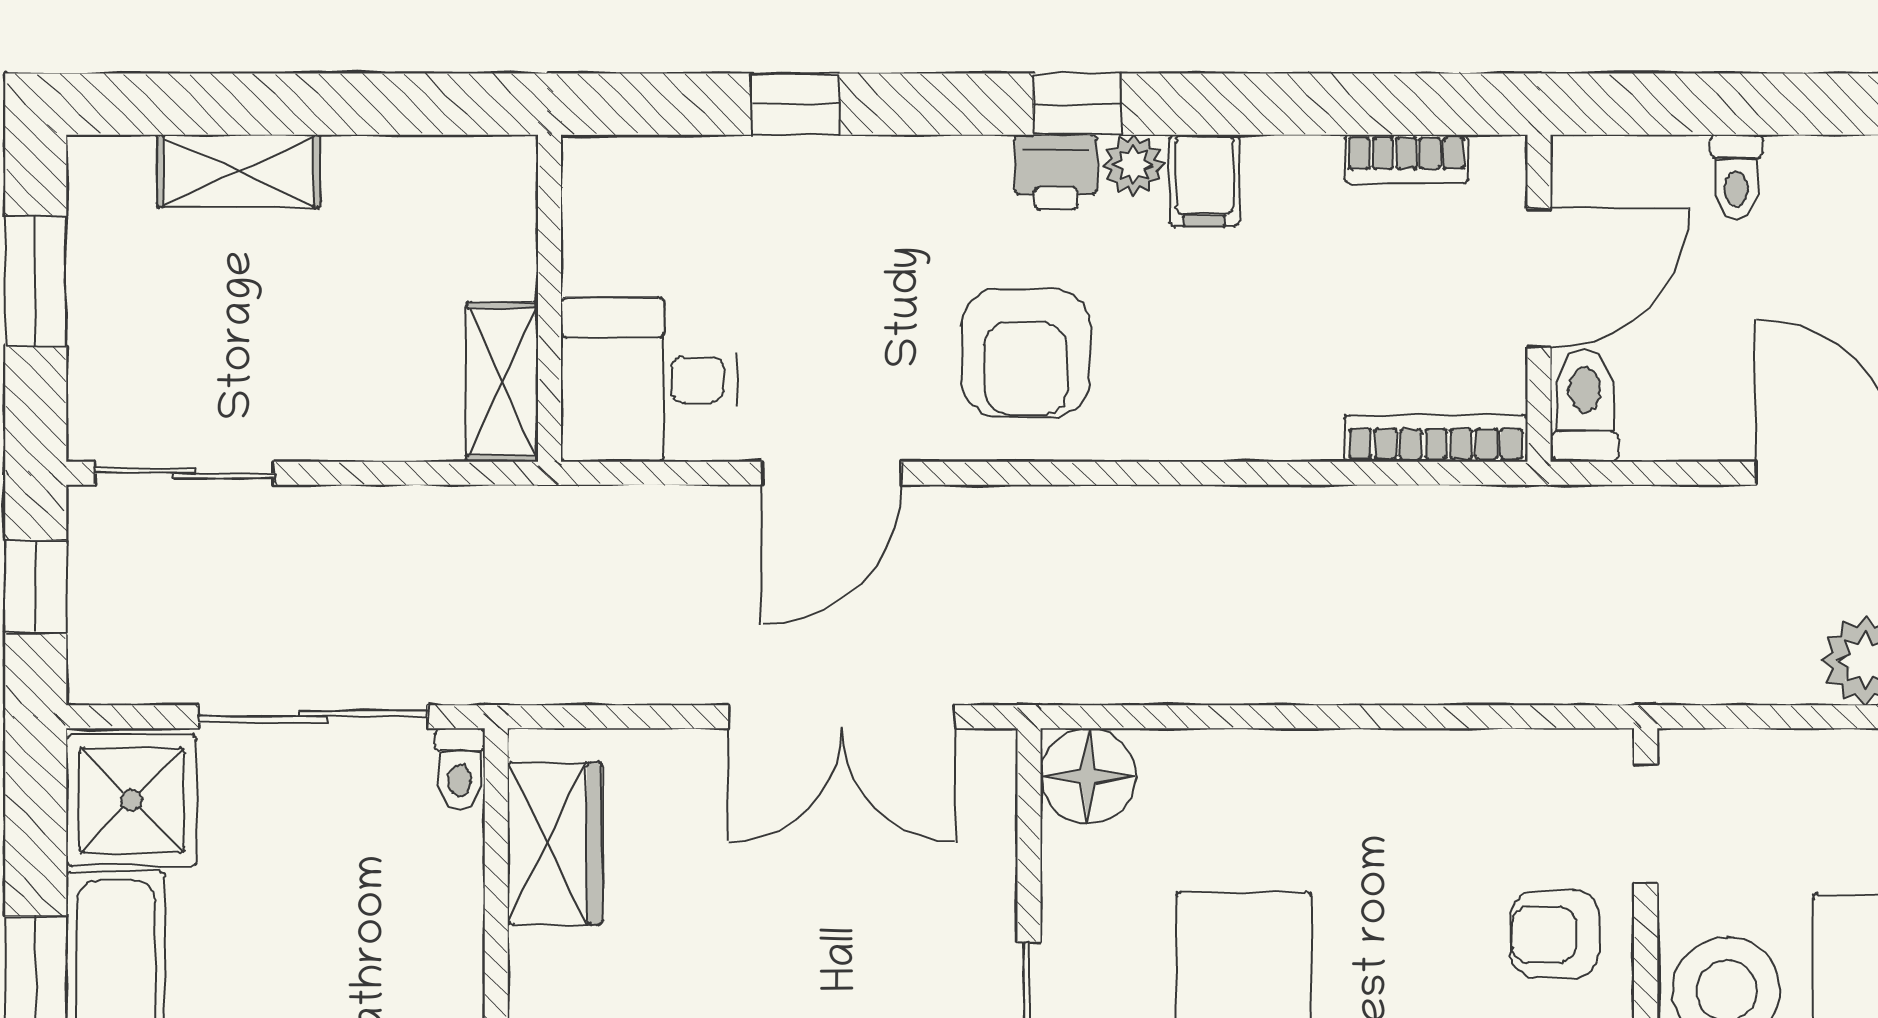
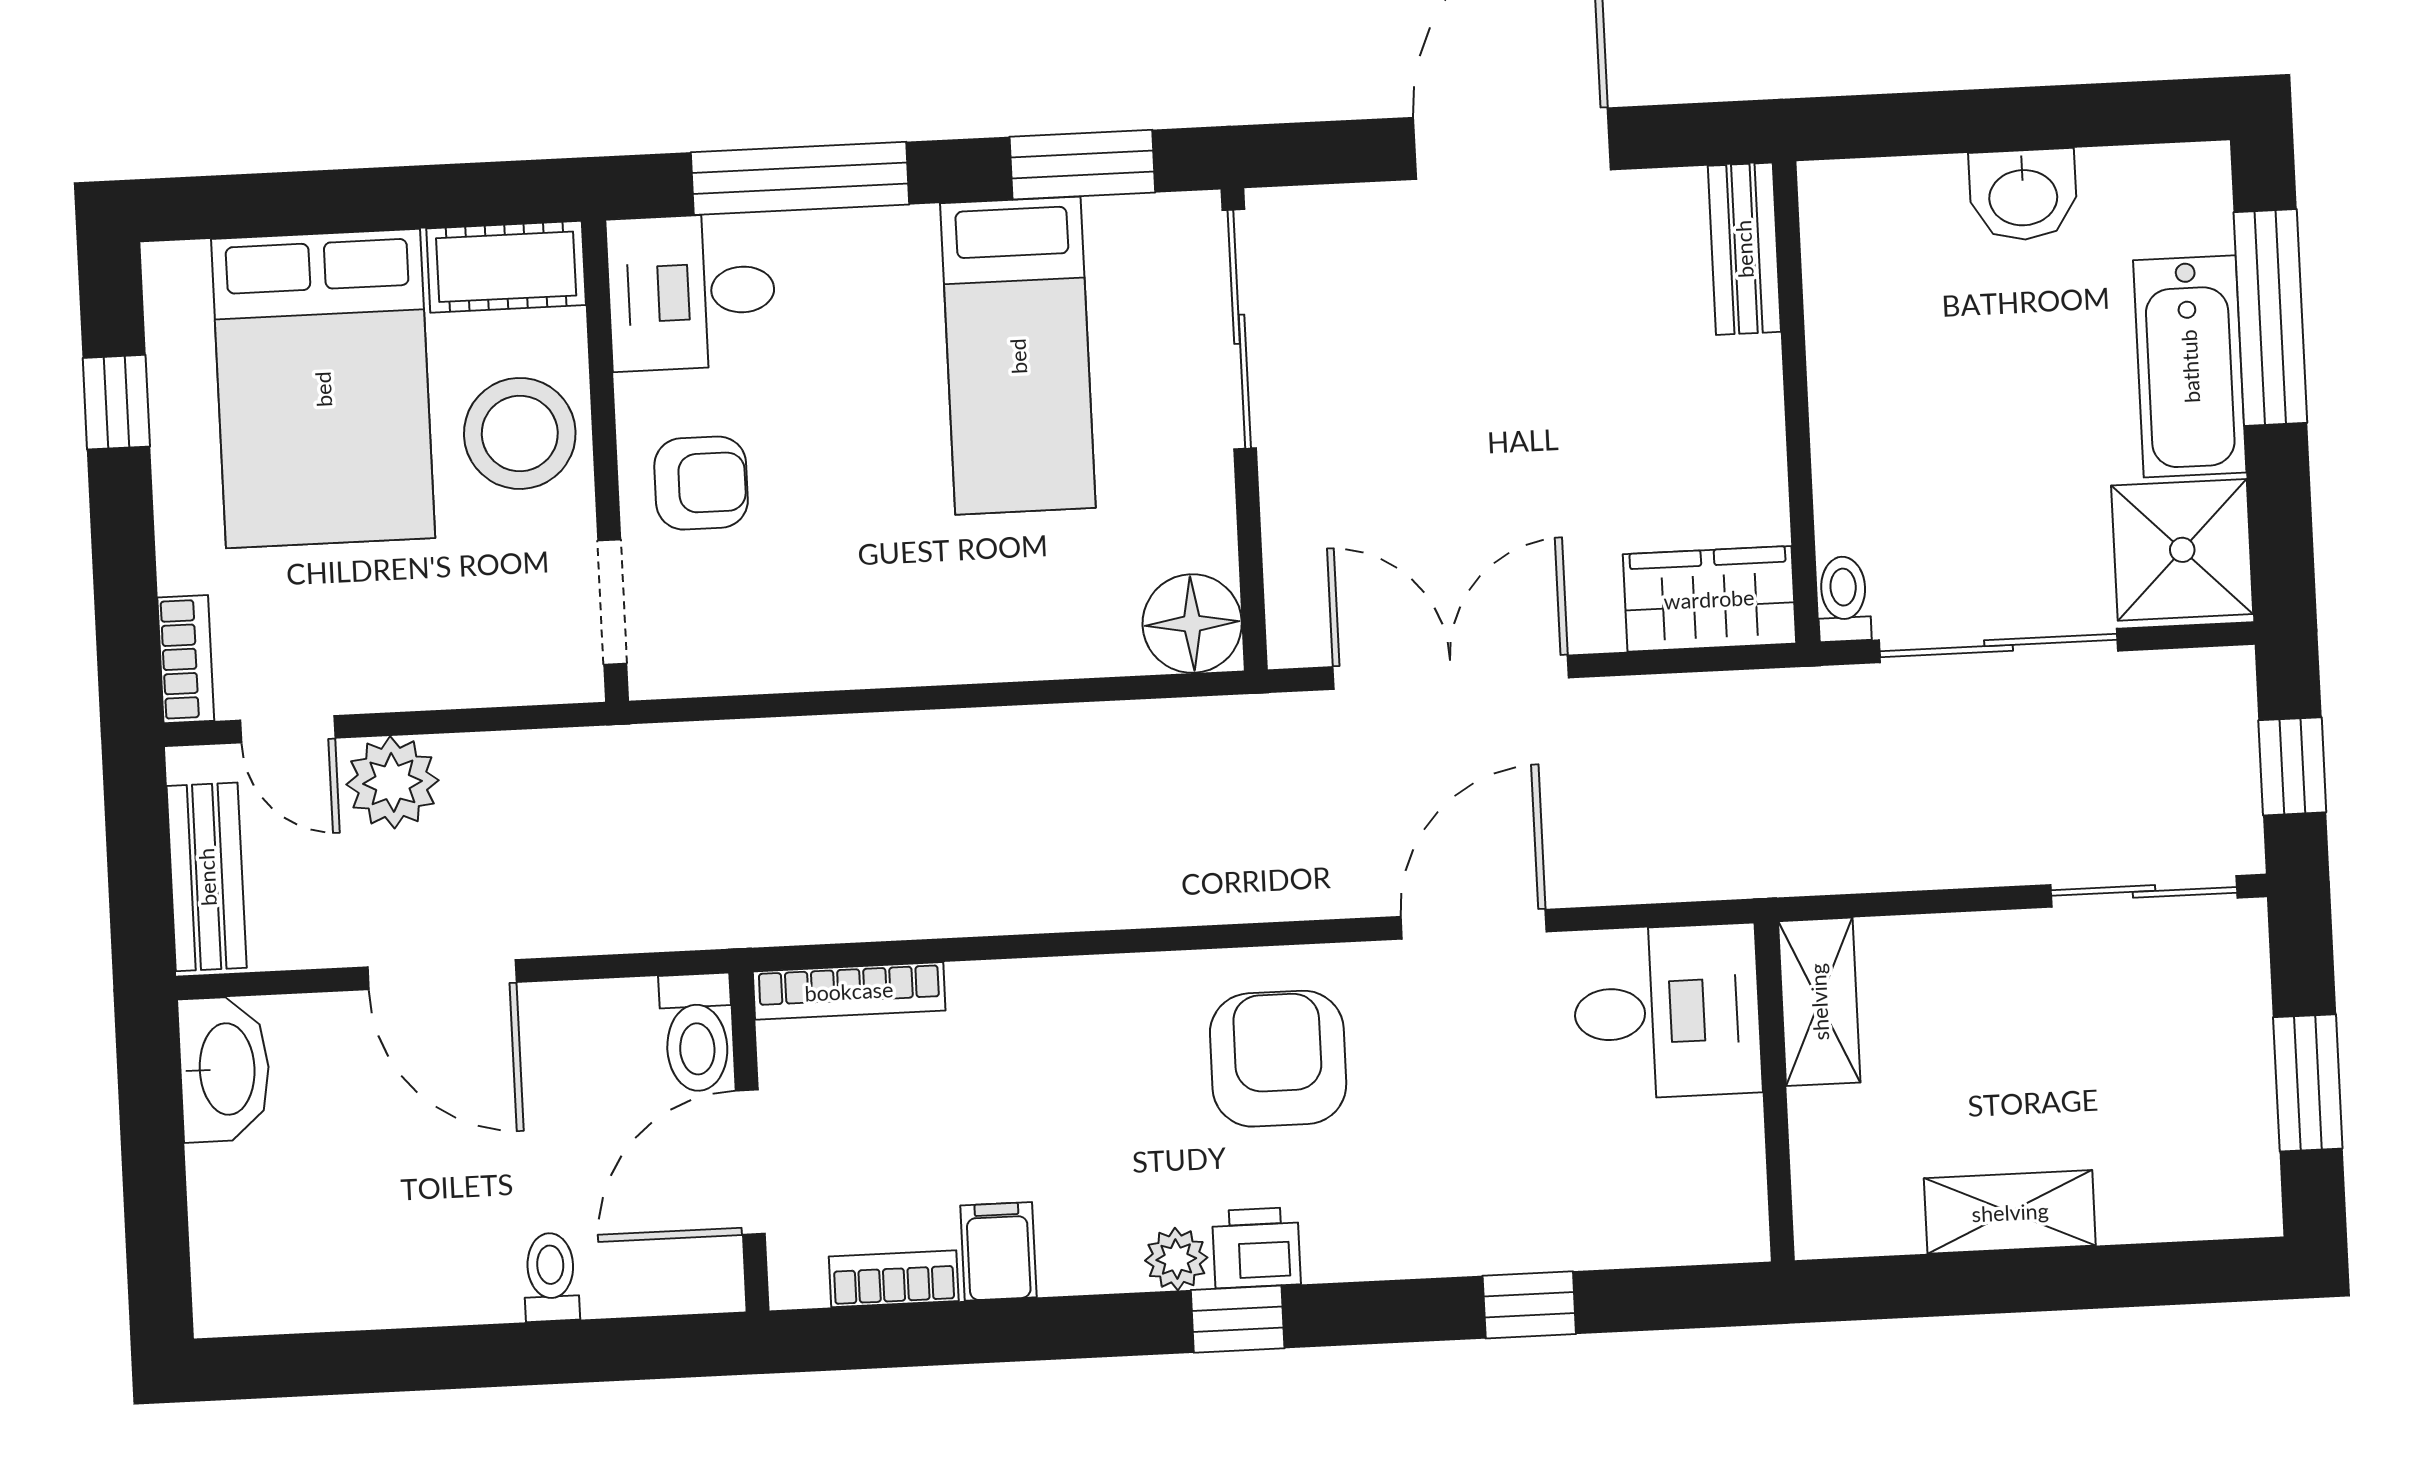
shelving: (238, 171) -> (2010, 1212), moved
filing cabinet: (1204, 181) -> (998, 1251), moved
wardrobe: (555, 844) -> (1709, 599), moved, turned 90

